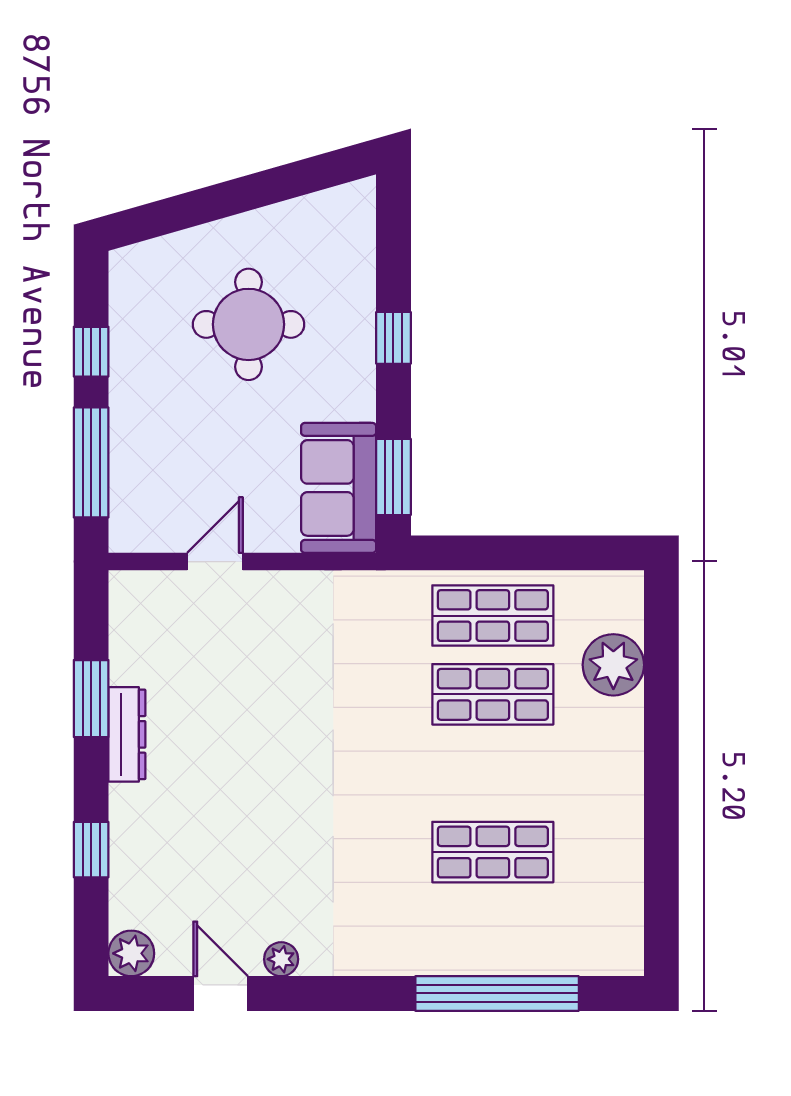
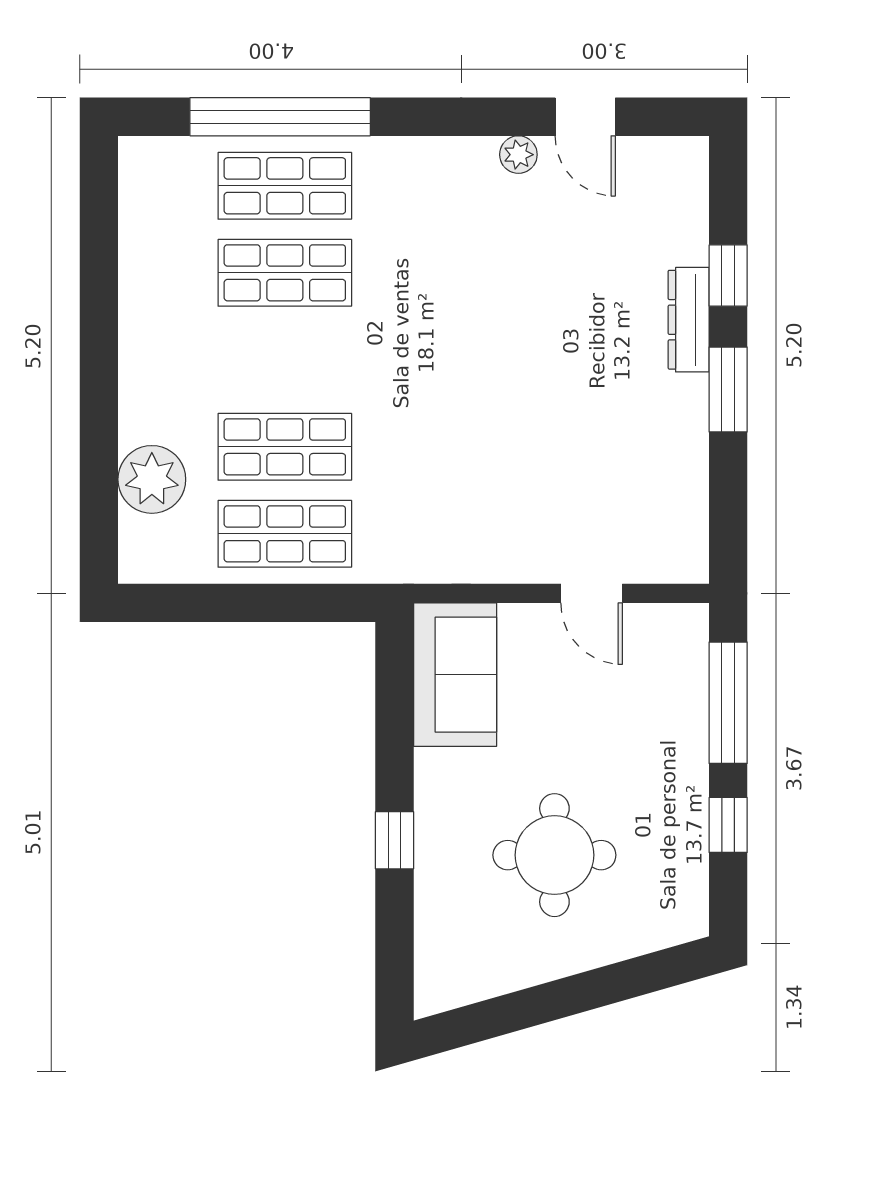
window: (393, 477) -> (394, 687), removed
door: (215, 562) -> (592, 593), hinge flipped
window: (91, 699) -> (728, 390), moved
dresser: (127, 734) -> (689, 320), moved
shop shelf: (493, 931) -> (285, 186), added
plant: (131, 953) -> (684, 161), removed

